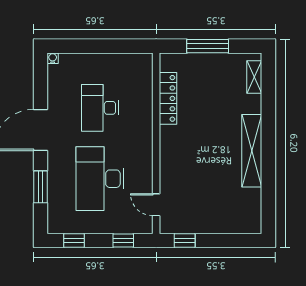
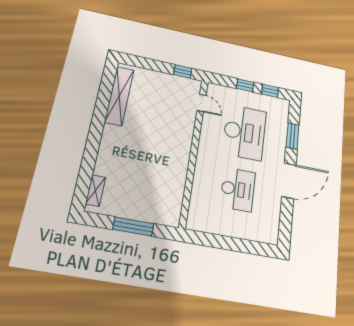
water cooler: (53, 58) -> (274, 240), removed
locker: (168, 98) -> (178, 186), removed
shelving: (252, 151) -> (119, 96), moved
window: (123, 240) -> (245, 85), moved

